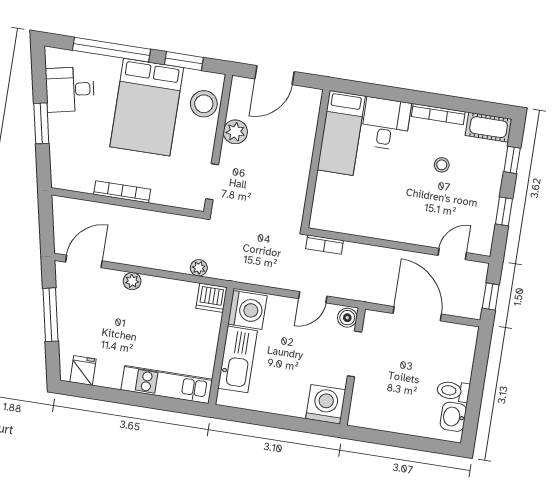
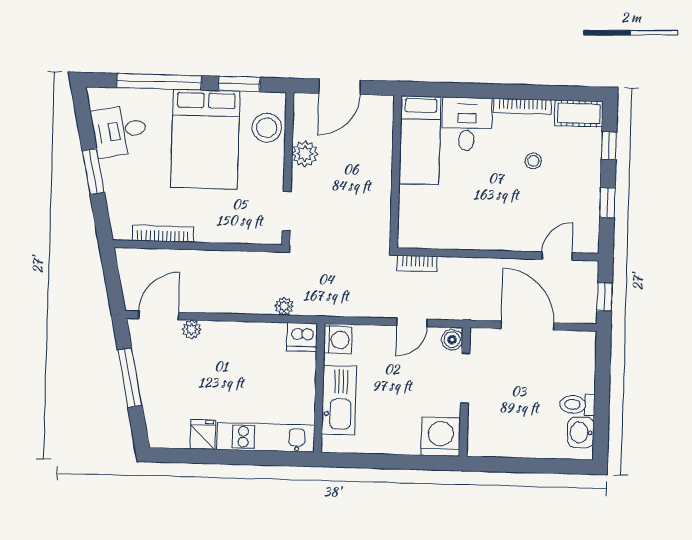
bookcase: (122, 192) -> (163, 234), moved
plant: (132, 281) -> (192, 329), moved
washing machine: (247, 310) -> (338, 340), width x0.73, depth x0.73
fridge: (83, 370) -> (203, 435), moved

